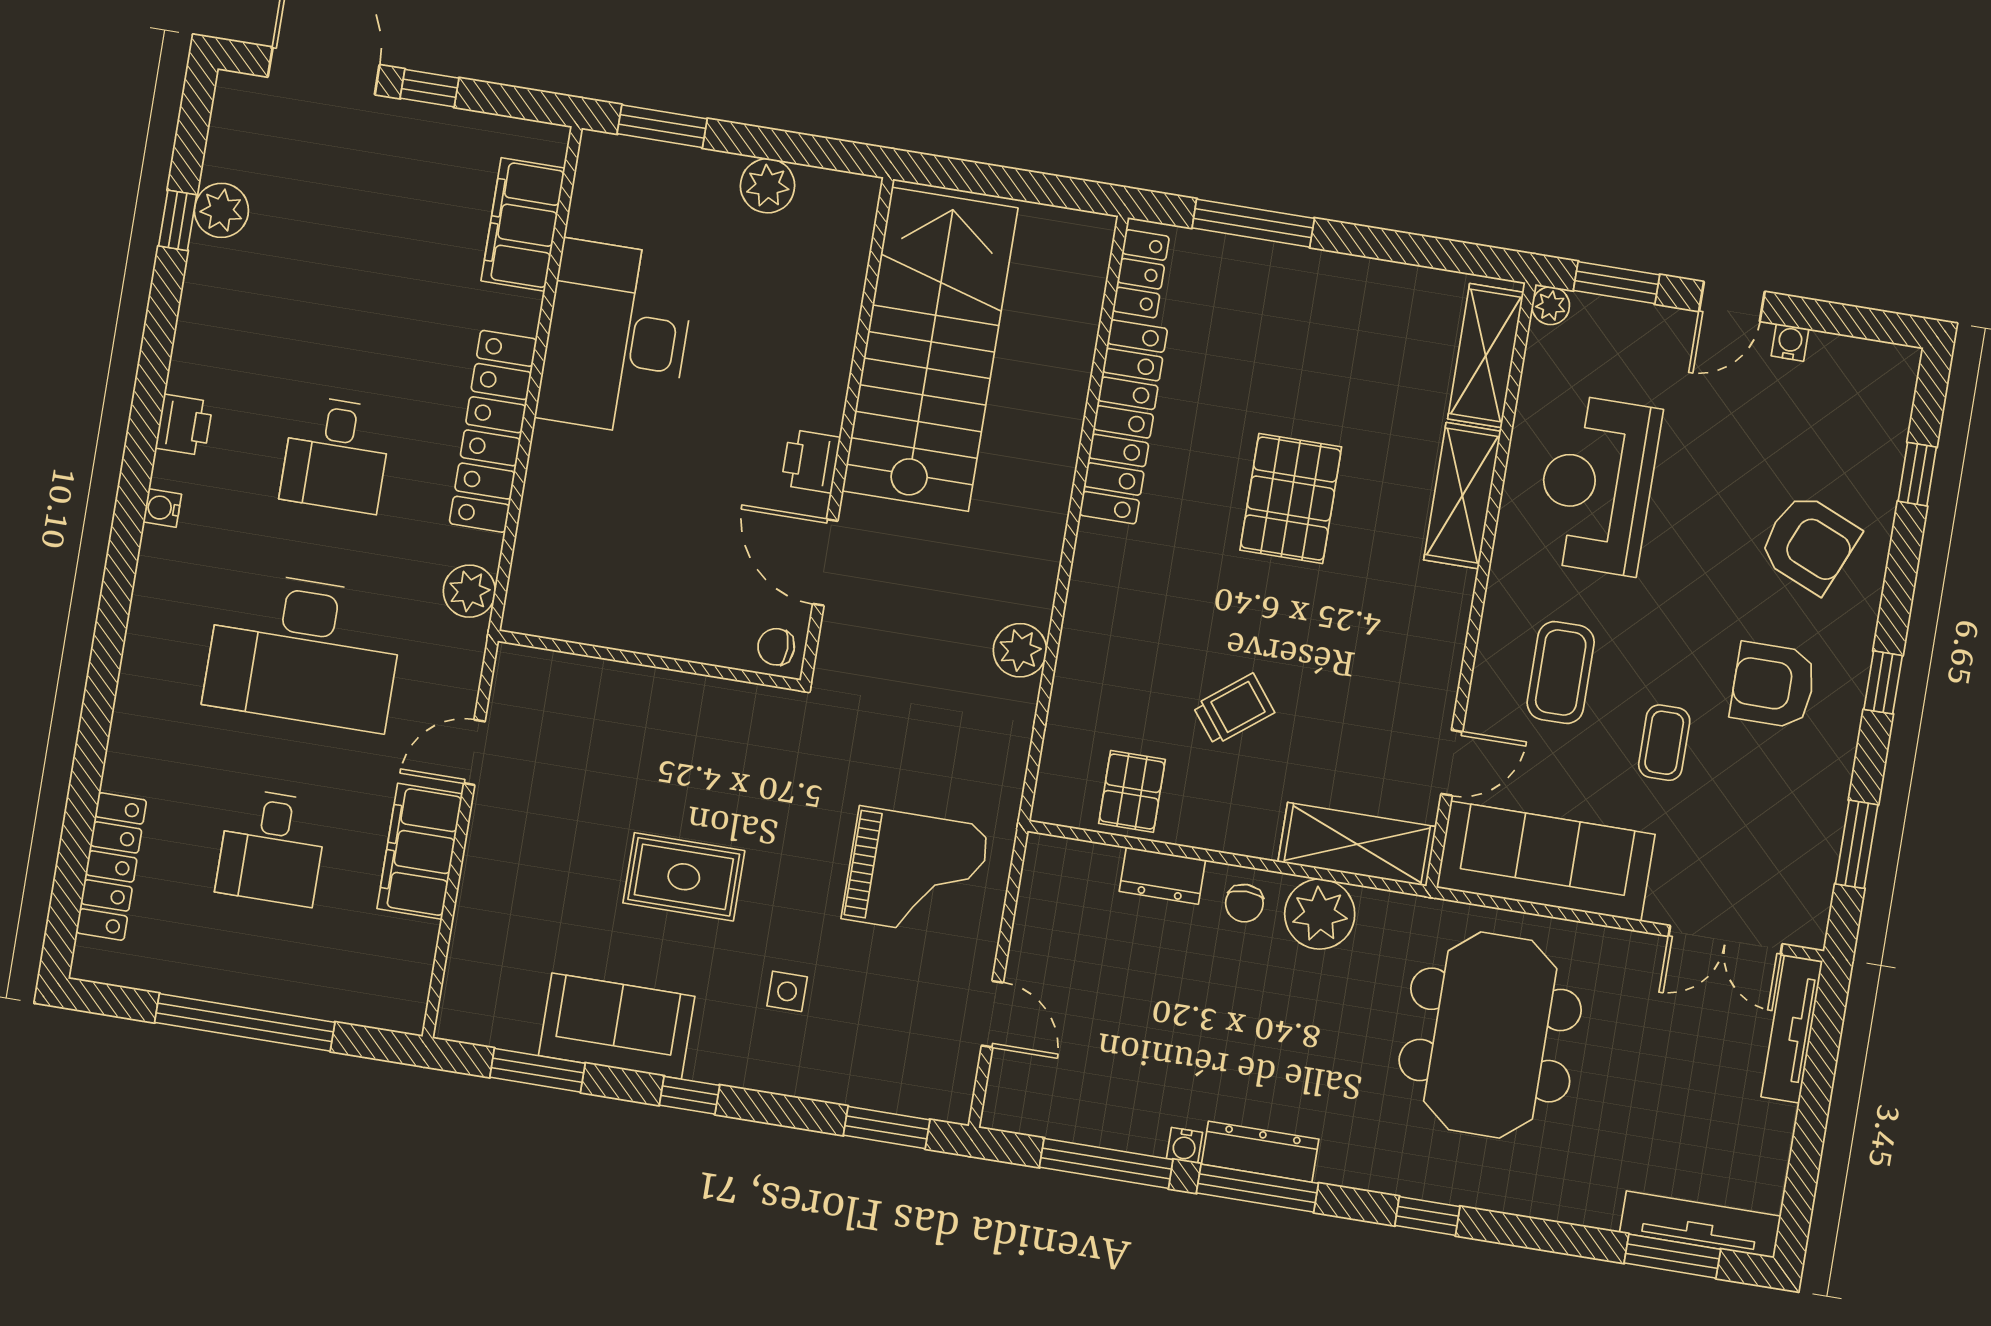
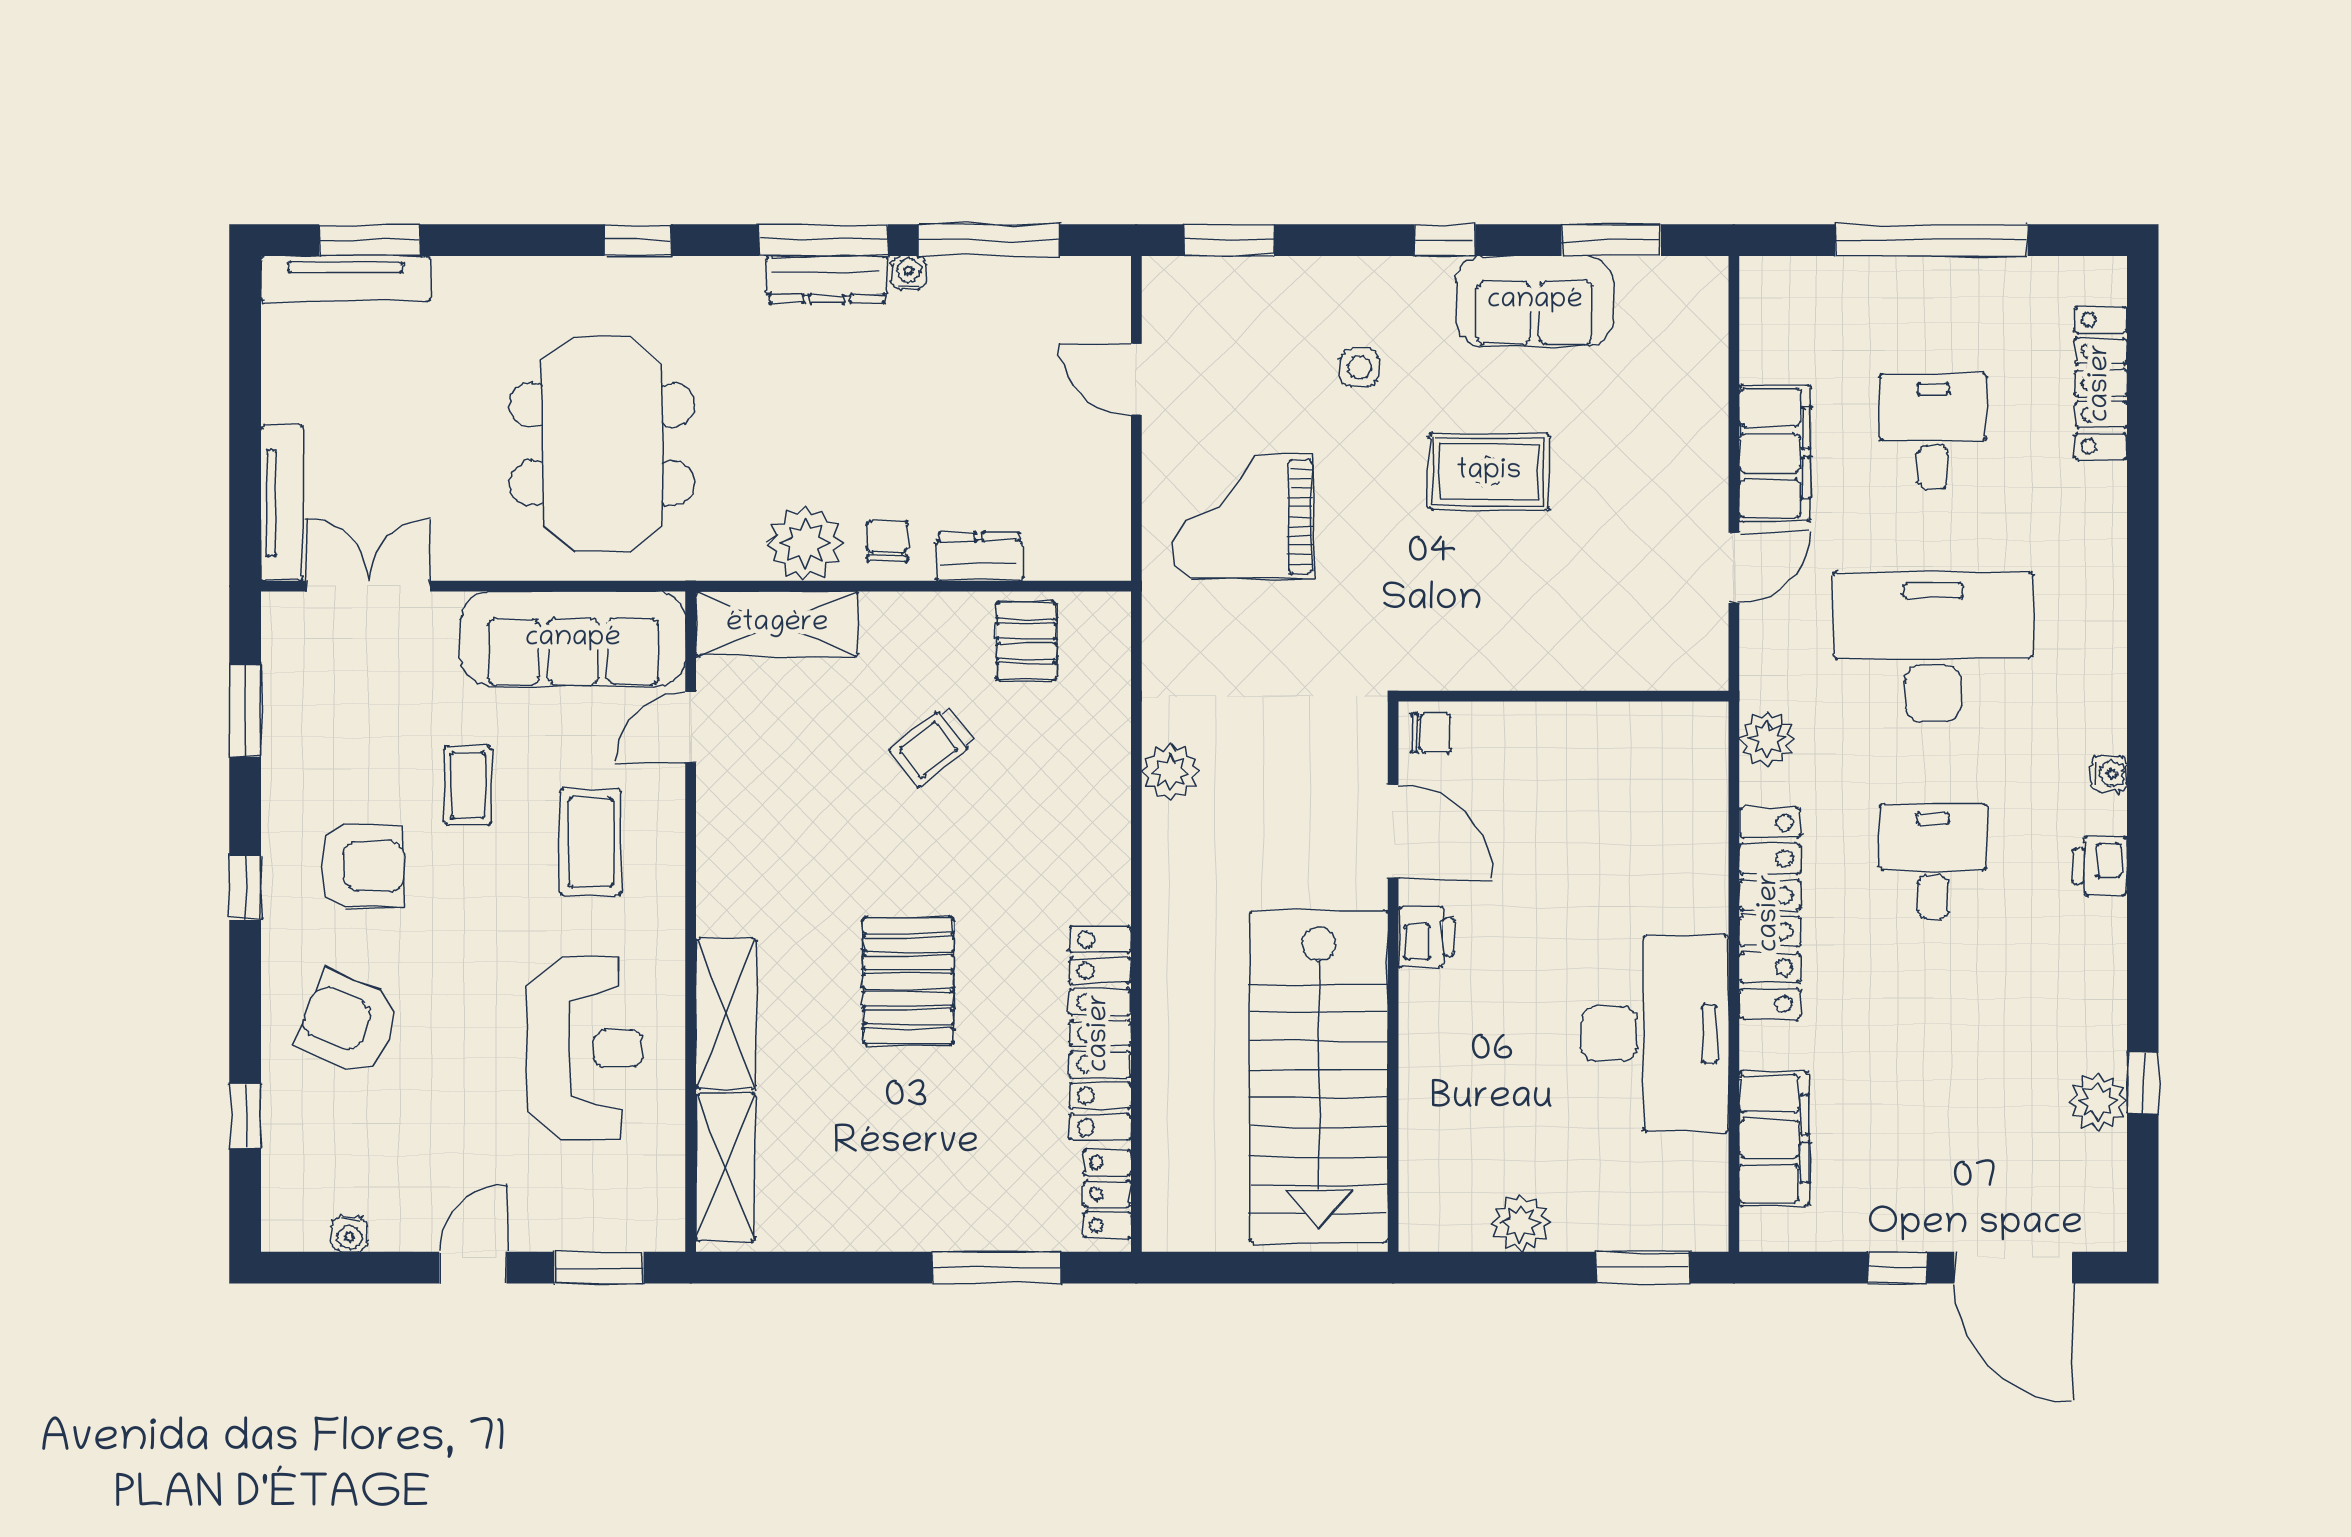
plant: (1551, 306) -> (665, 1232), removed
water cooler: (1790, 342) -> (350, 1234), moved

